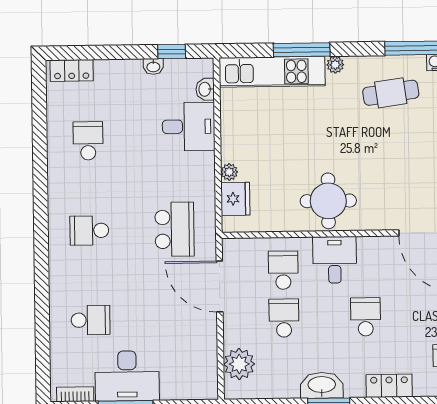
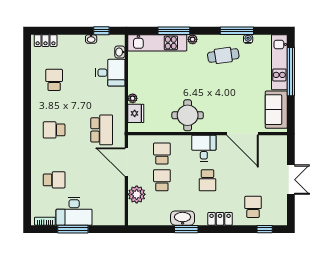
desk: (335, 260) -> (204, 148), moved
school desk: (366, 317) -> (207, 180), turned 180
plant: (239, 364) -> (137, 194), moved

